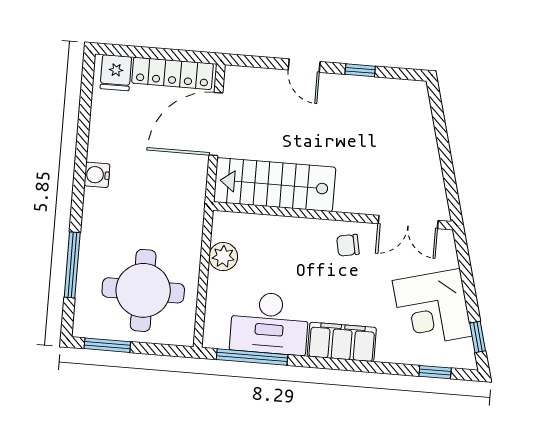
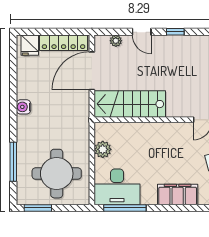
plant: (260, 77) -> (116, 41), added
chair: (348, 245) -> (177, 137), removed
desk: (270, 323) -> (117, 187), moved

